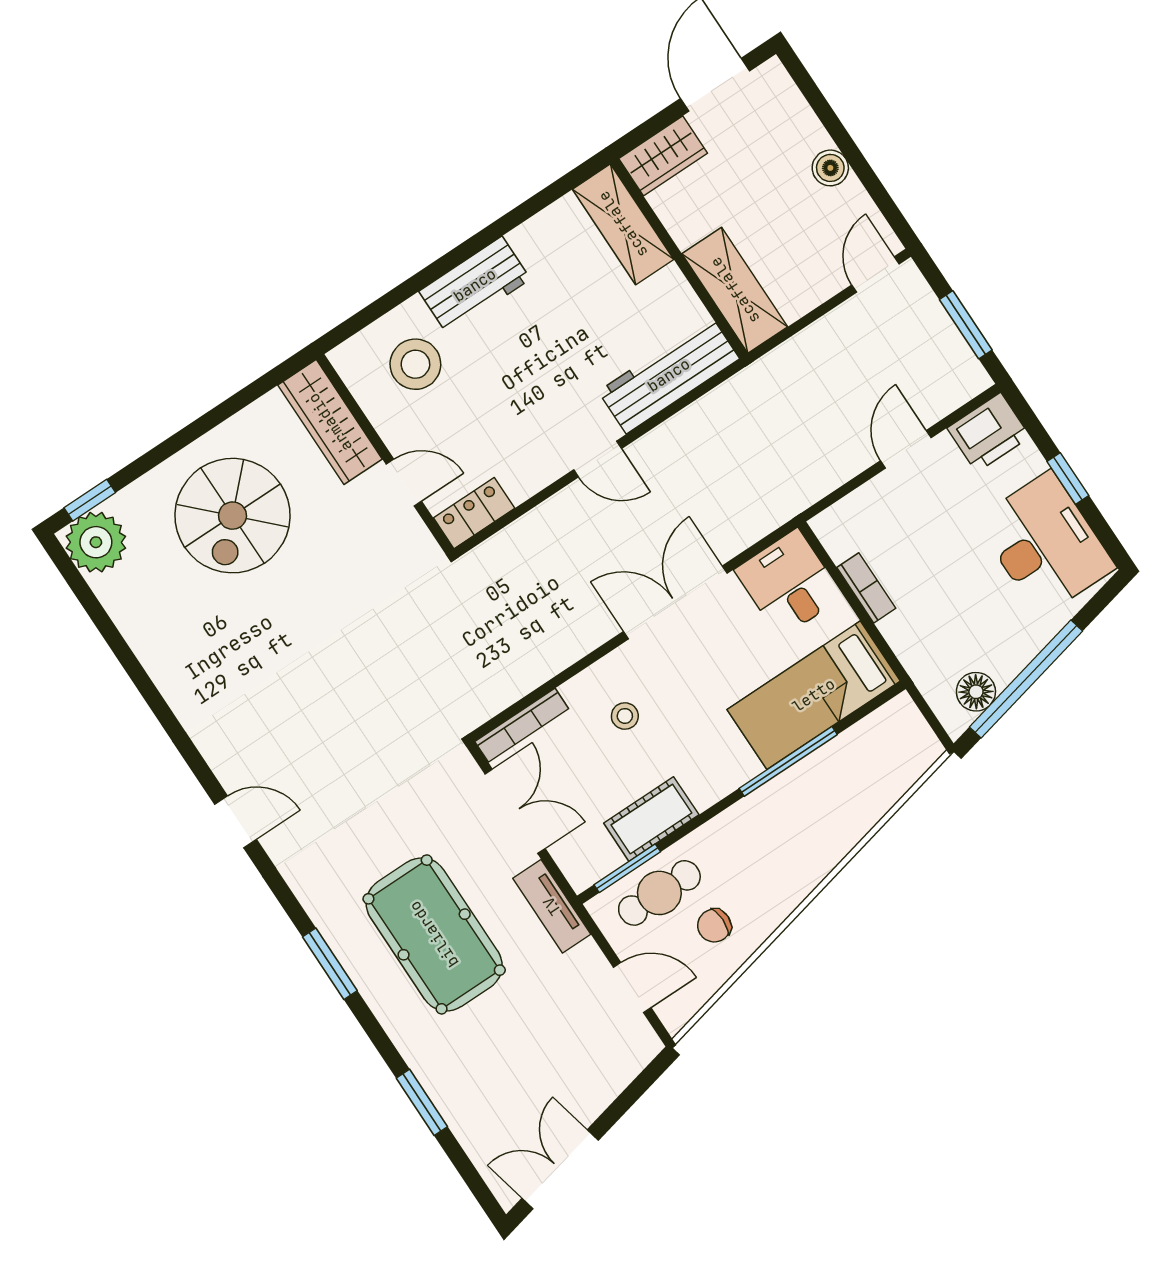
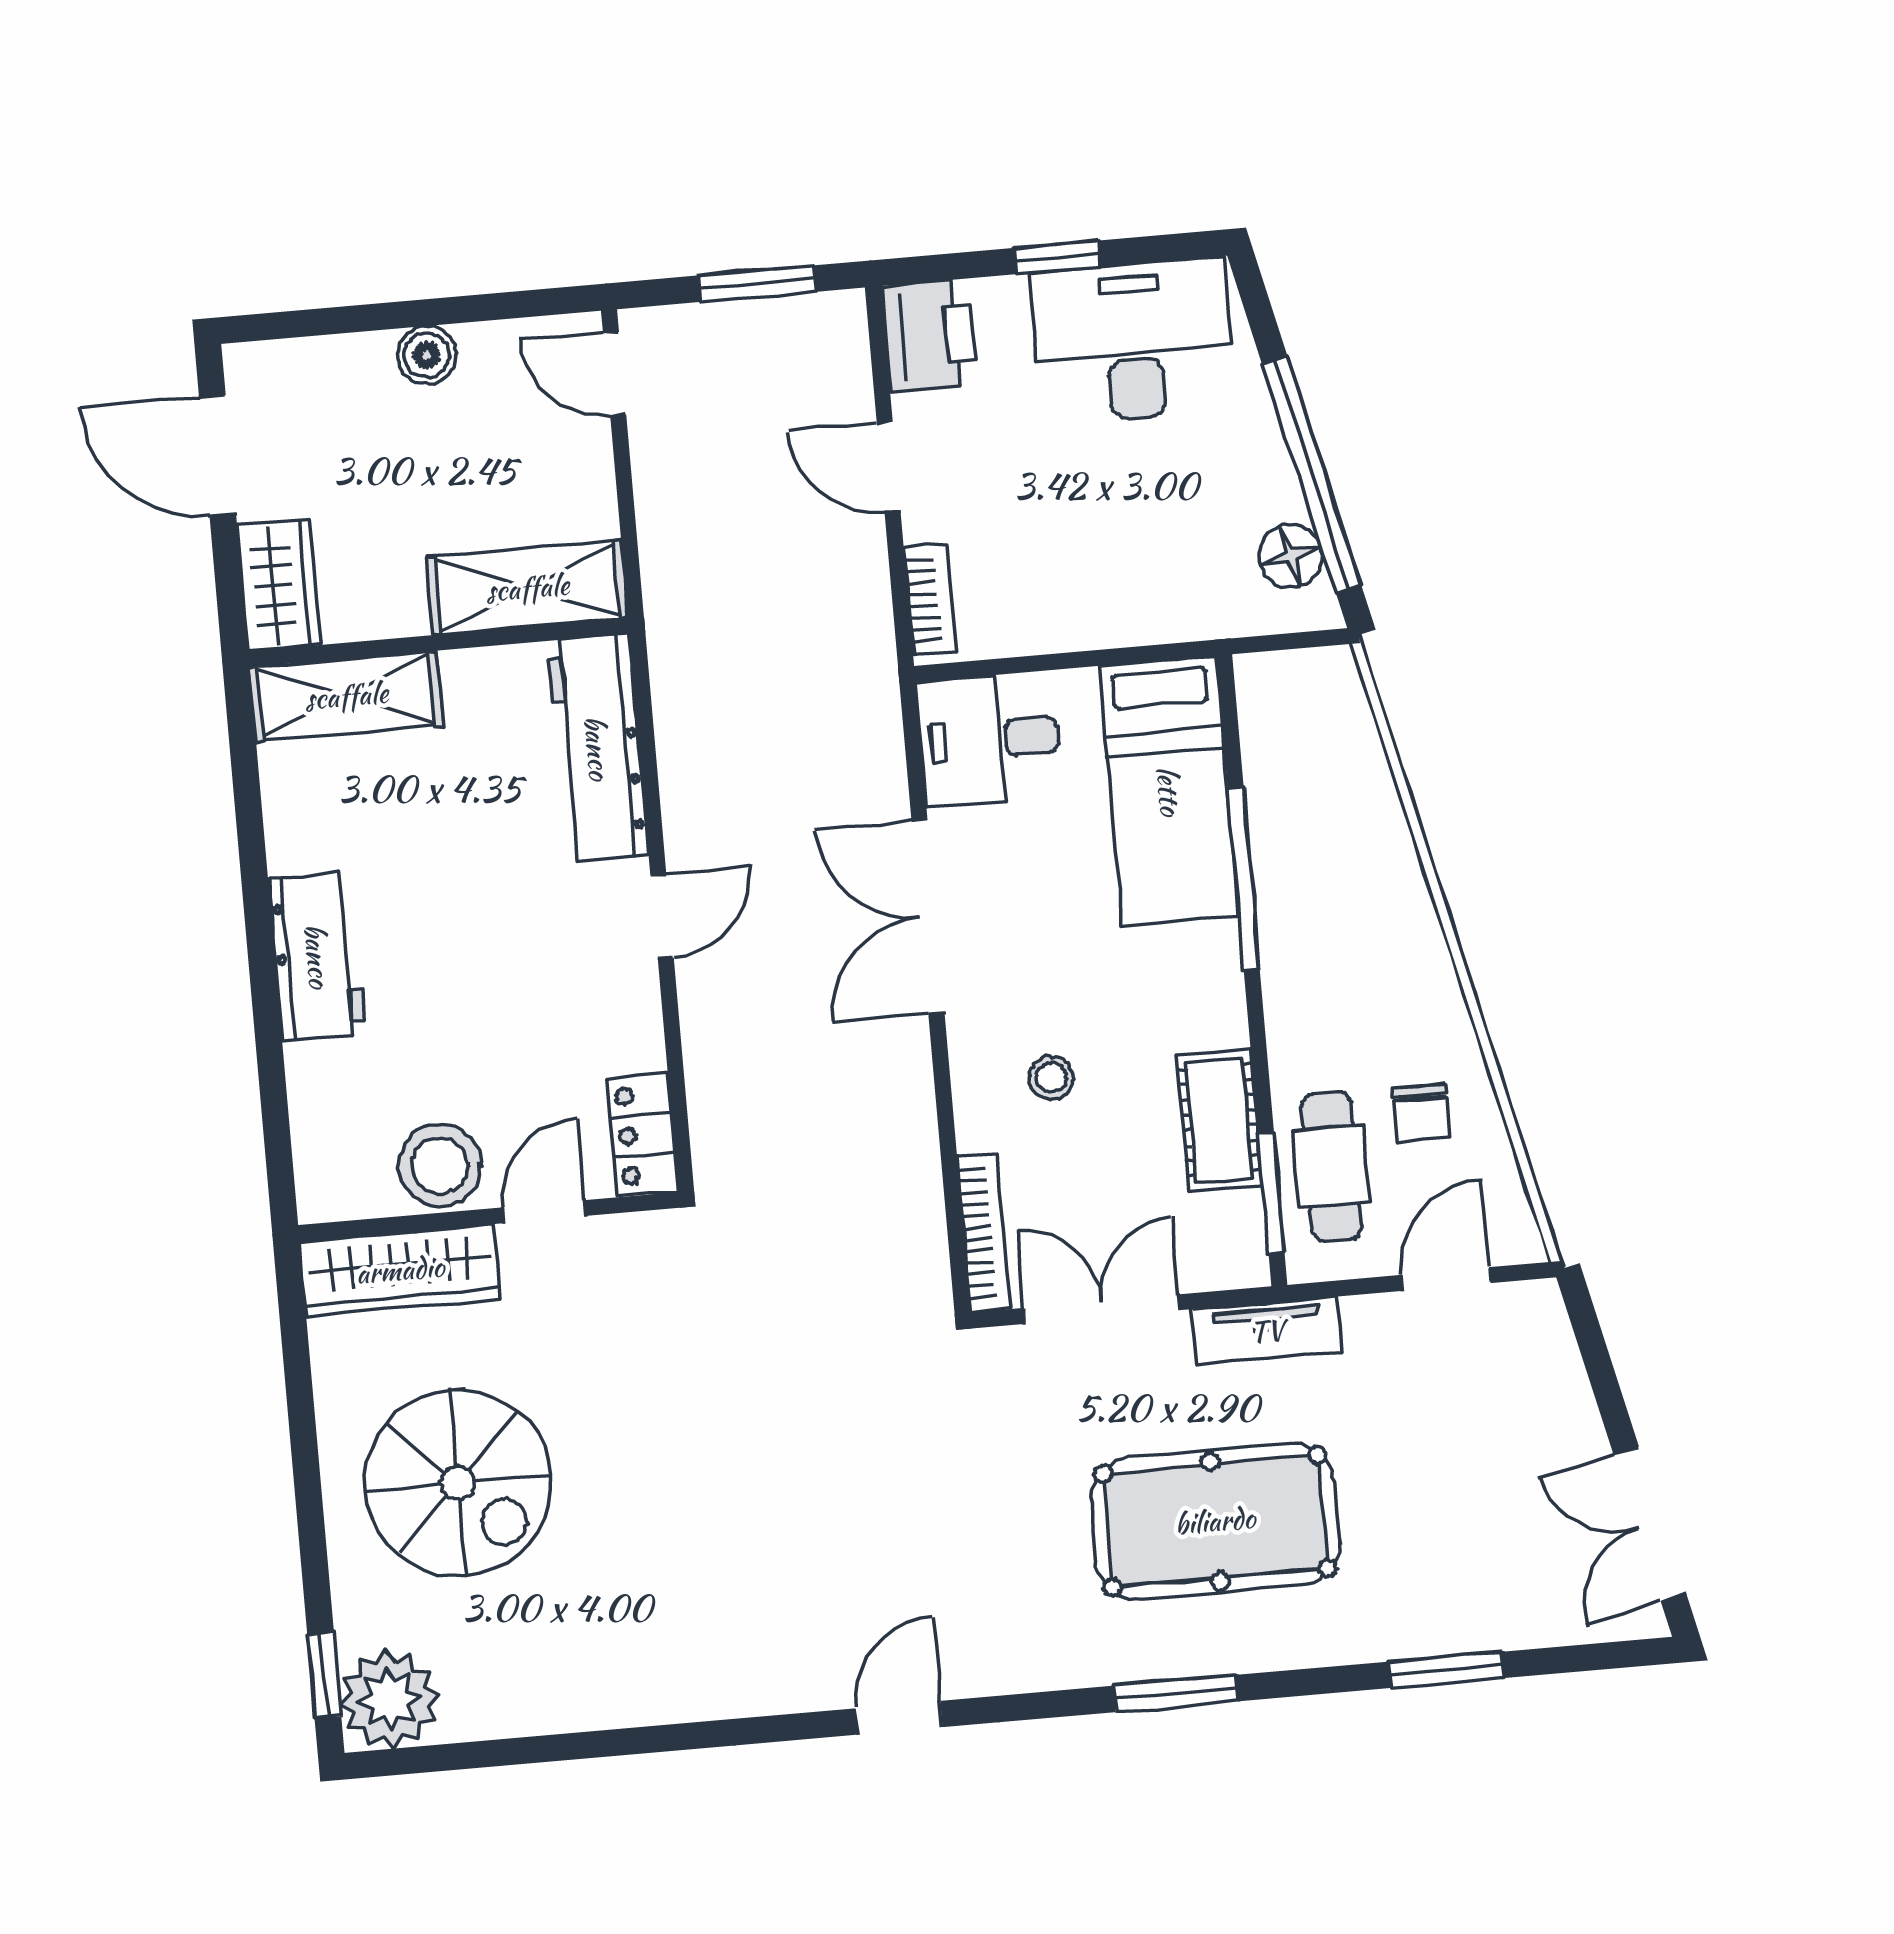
stool: (415, 364) -> (440, 1165), moved
bookcase: (866, 588) -> (930, 600), moved, turned 90

